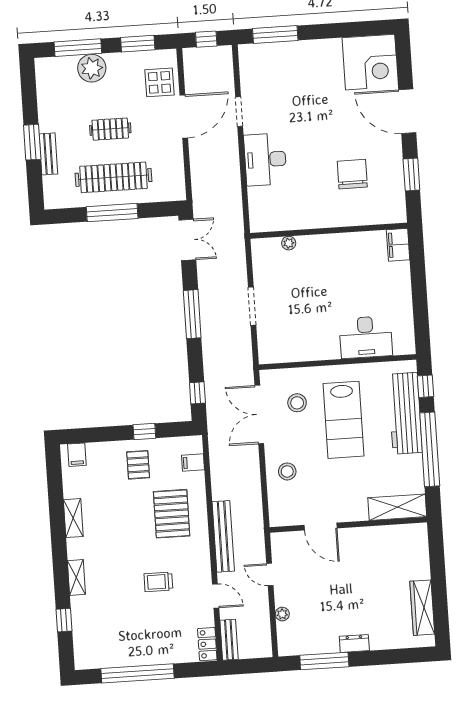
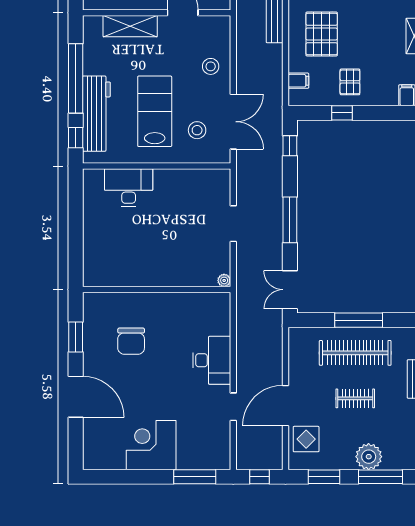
corner desk: (370, 62) -> (151, 445), moved
plant: (289, 243) -> (224, 280), moved
filing cabinet: (398, 245) -> (93, 272), removed
shelving: (397, 507) -> (130, 26), moved

